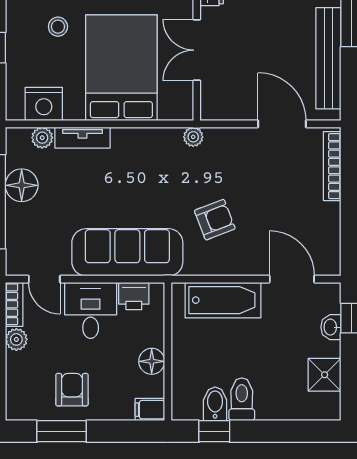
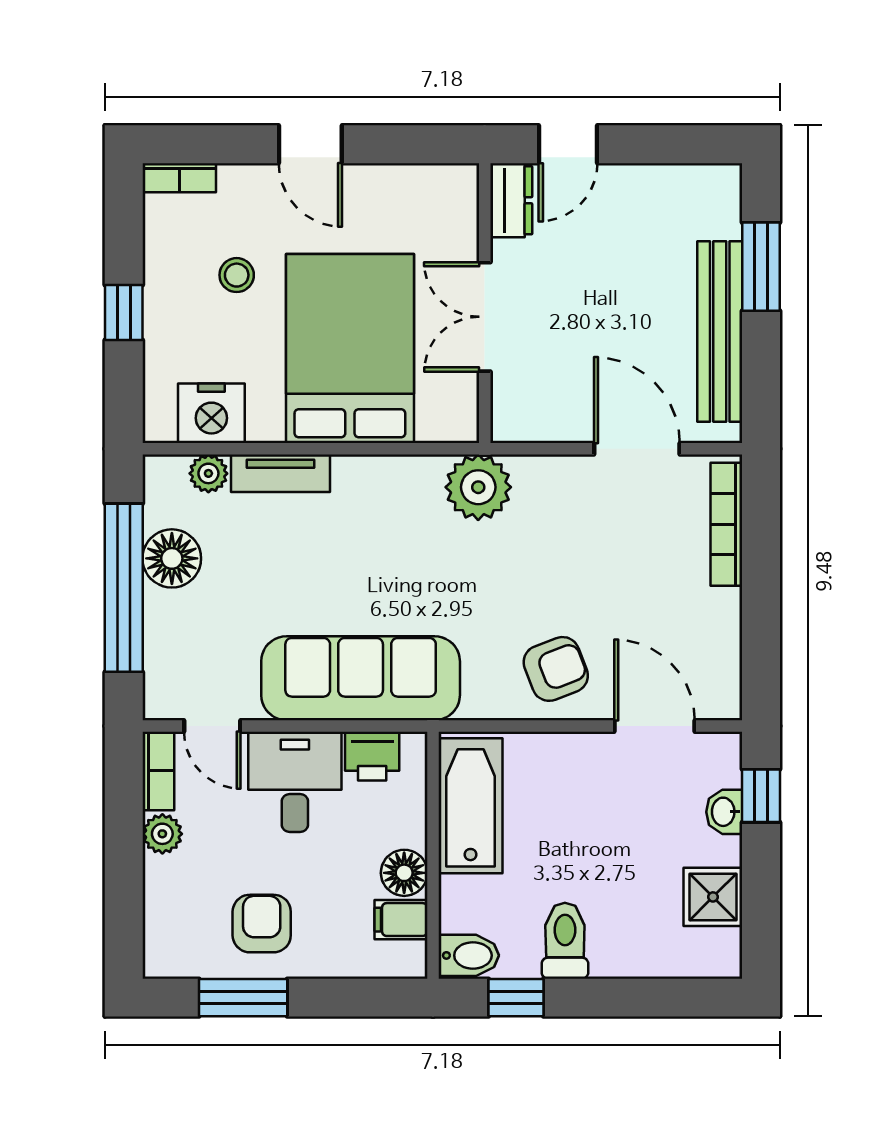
plant: (193, 137) -> (478, 487), width x1.88, depth x1.88
armchair: (215, 220) -> (556, 669), moved
bathtub: (223, 300) -> (471, 806), moved, turned -90
bidet: (215, 404) -> (469, 955), moved, turned 90
filing cabinet: (150, 410) -> (401, 920), moved

